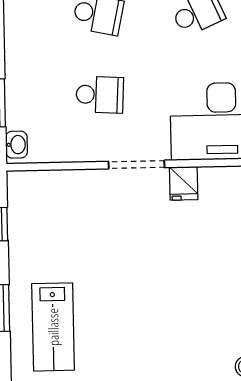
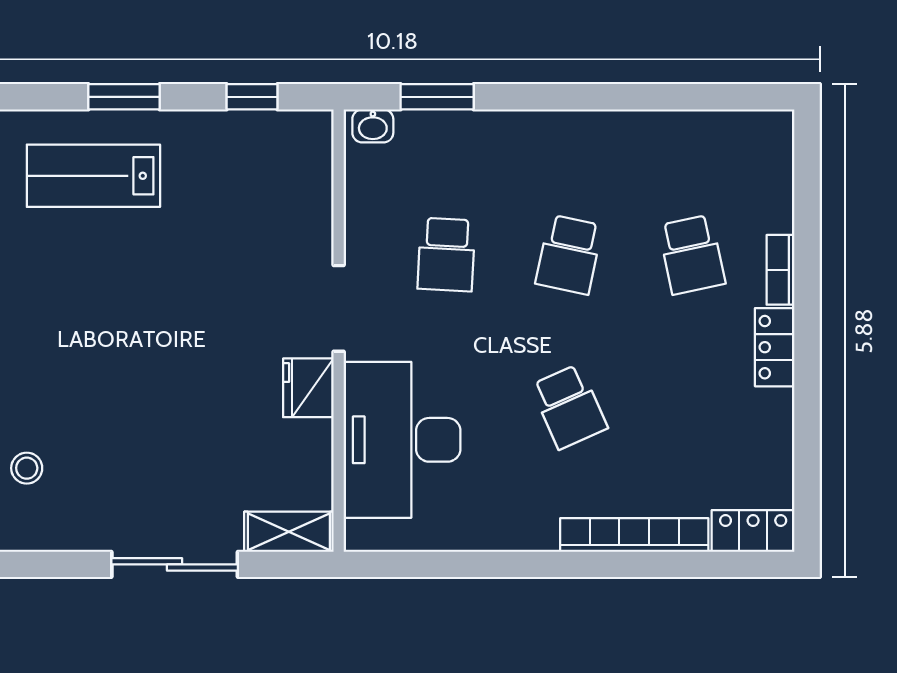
fridge: (184, 183) -> (308, 388), width x1.38

